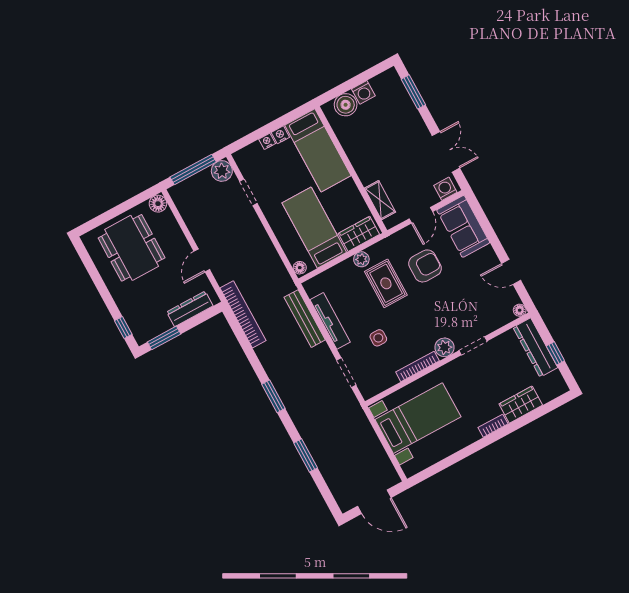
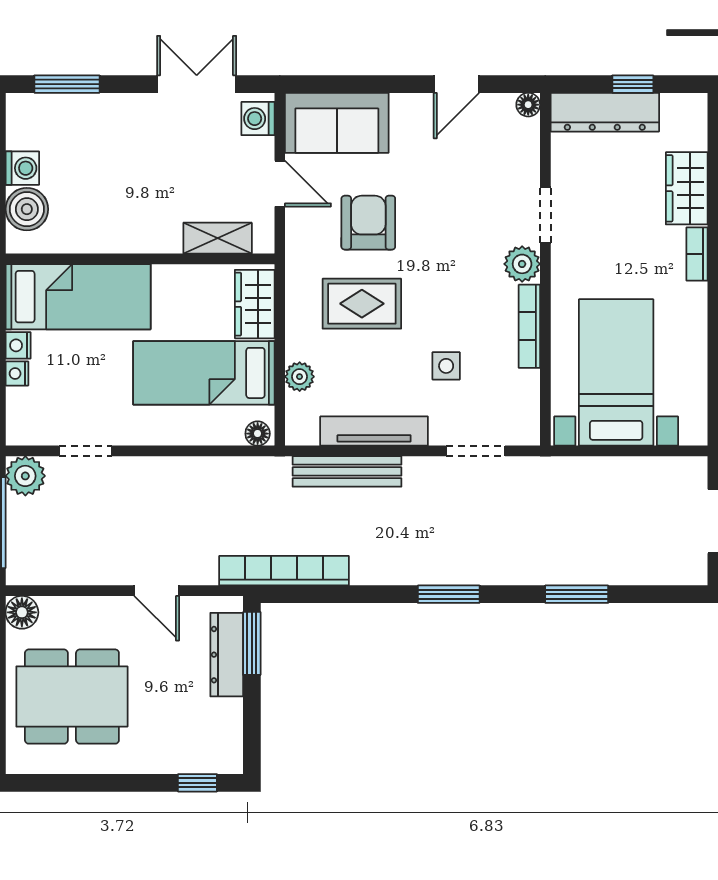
plant: (361, 259) -> (300, 377), moved
window: (164, 338) -> (252, 643), moved

